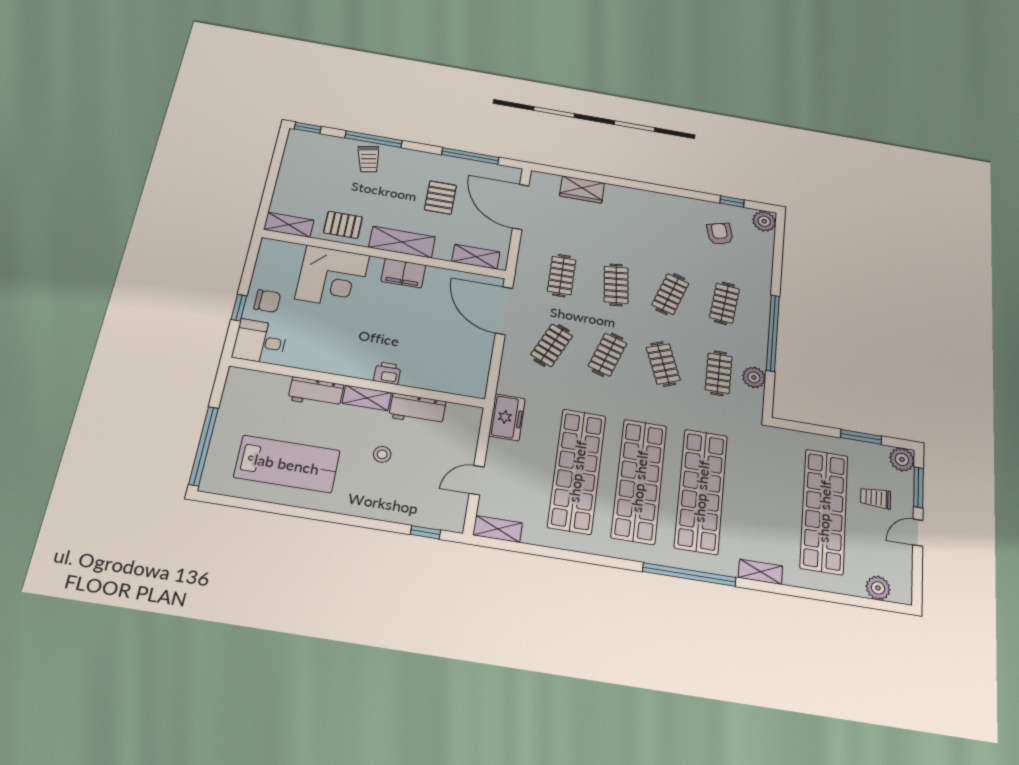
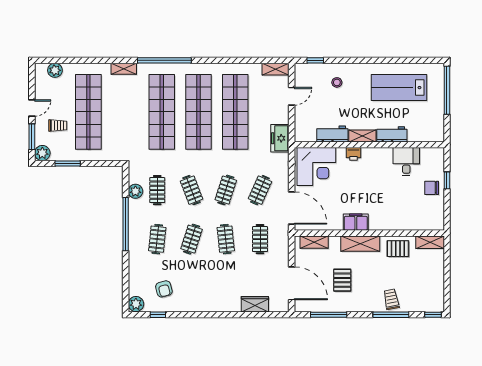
corner desk: (332, 277) -> (316, 167), moved, turned 180
desk: (260, 342) -> (406, 162), moved, turned -90
stool: (382, 454) -> (337, 82), moved

